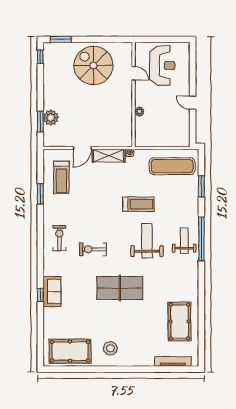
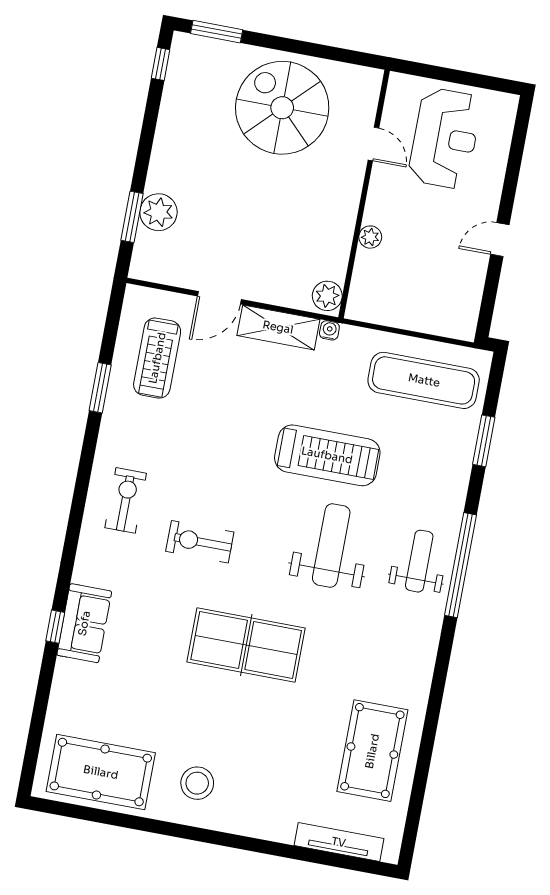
door: (193, 103) -> (500, 240), hinge flipped
plant: (126, 139) -> (327, 296), added
treadmill: (138, 204) -> (327, 455), width x1.37, depth x1.38

